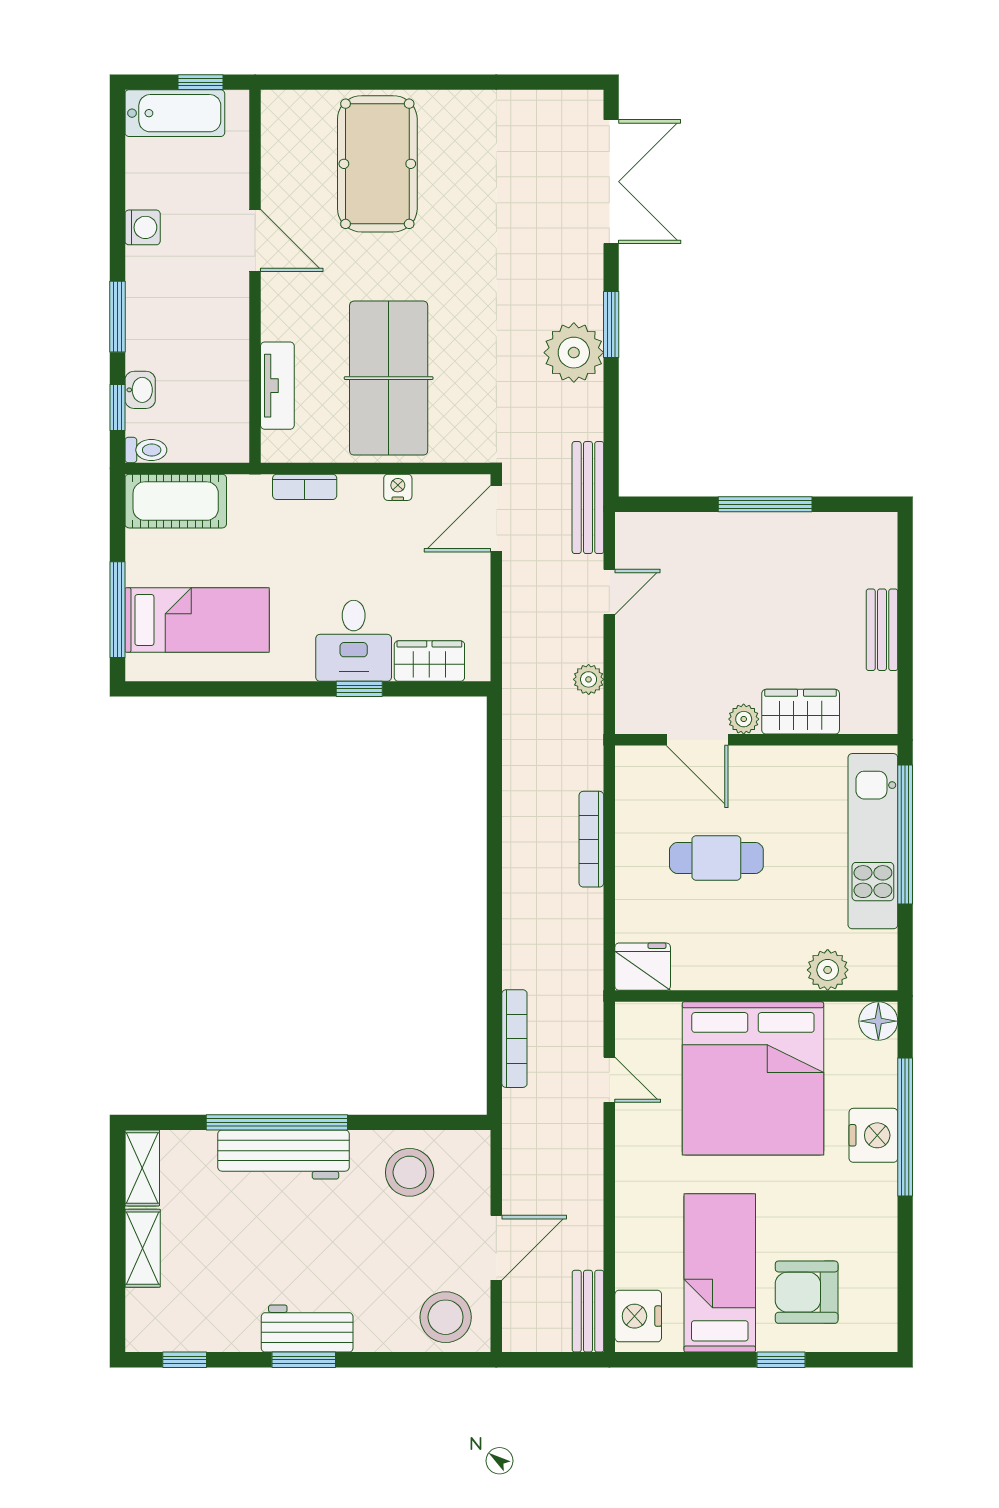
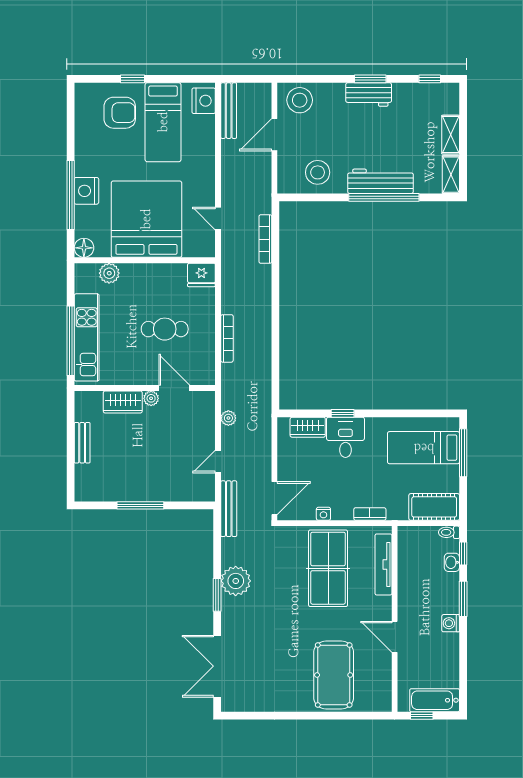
washing machine: (143, 227) -> (451, 623), moved
tv unit: (277, 386) -> (383, 564), width x1.41
bench: (588, 1311) -> (229, 111), width x1.36

